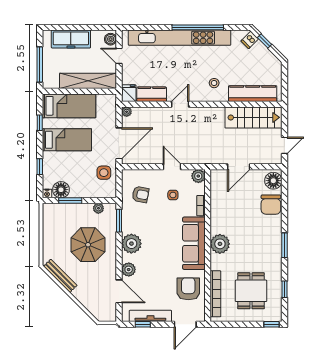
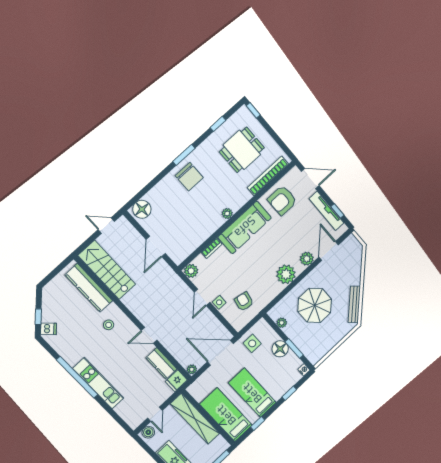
kitchen unit: (180, 38) -> (98, 383), width x0.54
door: (239, 167) -> (156, 246), swing flipped
floor lamp: (61, 190) -> (280, 349), moved
side table: (173, 195) -> (219, 302), moved
chair: (271, 205) -> (189, 177), moved, turned 90
window: (119, 221) -> (277, 299), removed
plant: (220, 244) -> (227, 214), width x0.53, depth x0.53

